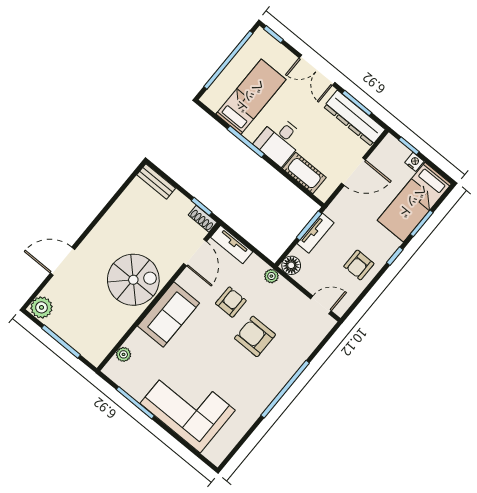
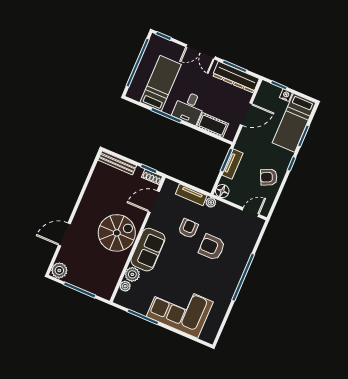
bench: (156, 181) -> (117, 163), width x1.36
tv unit: (232, 245) -> (191, 195), moved
door: (195, 252) -> (154, 202), swing flipped
armchair: (359, 265) -> (269, 177), turned 65
plant: (138, 342) -> (132, 274), added

